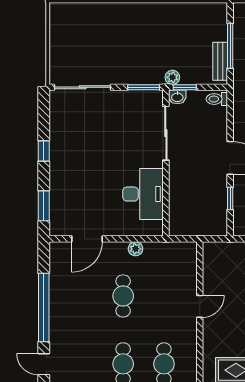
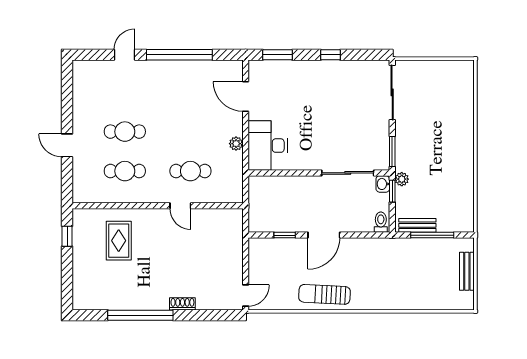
desk: (143, 194) -> (268, 146), moved, turned 90
cafe table: (123, 296) -> (190, 171), moved

